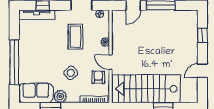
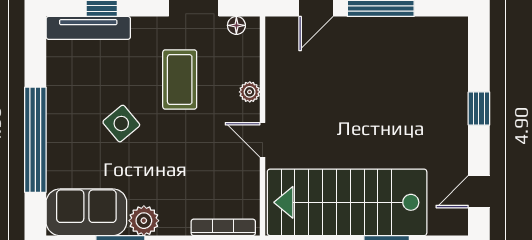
window: (202, 35) -> (479, 109), moved
door: (202, 71) -> (479, 192), moved
side table: (71, 73) -> (121, 124), moved
armchair: (98, 77) -> (234, 175), removed

